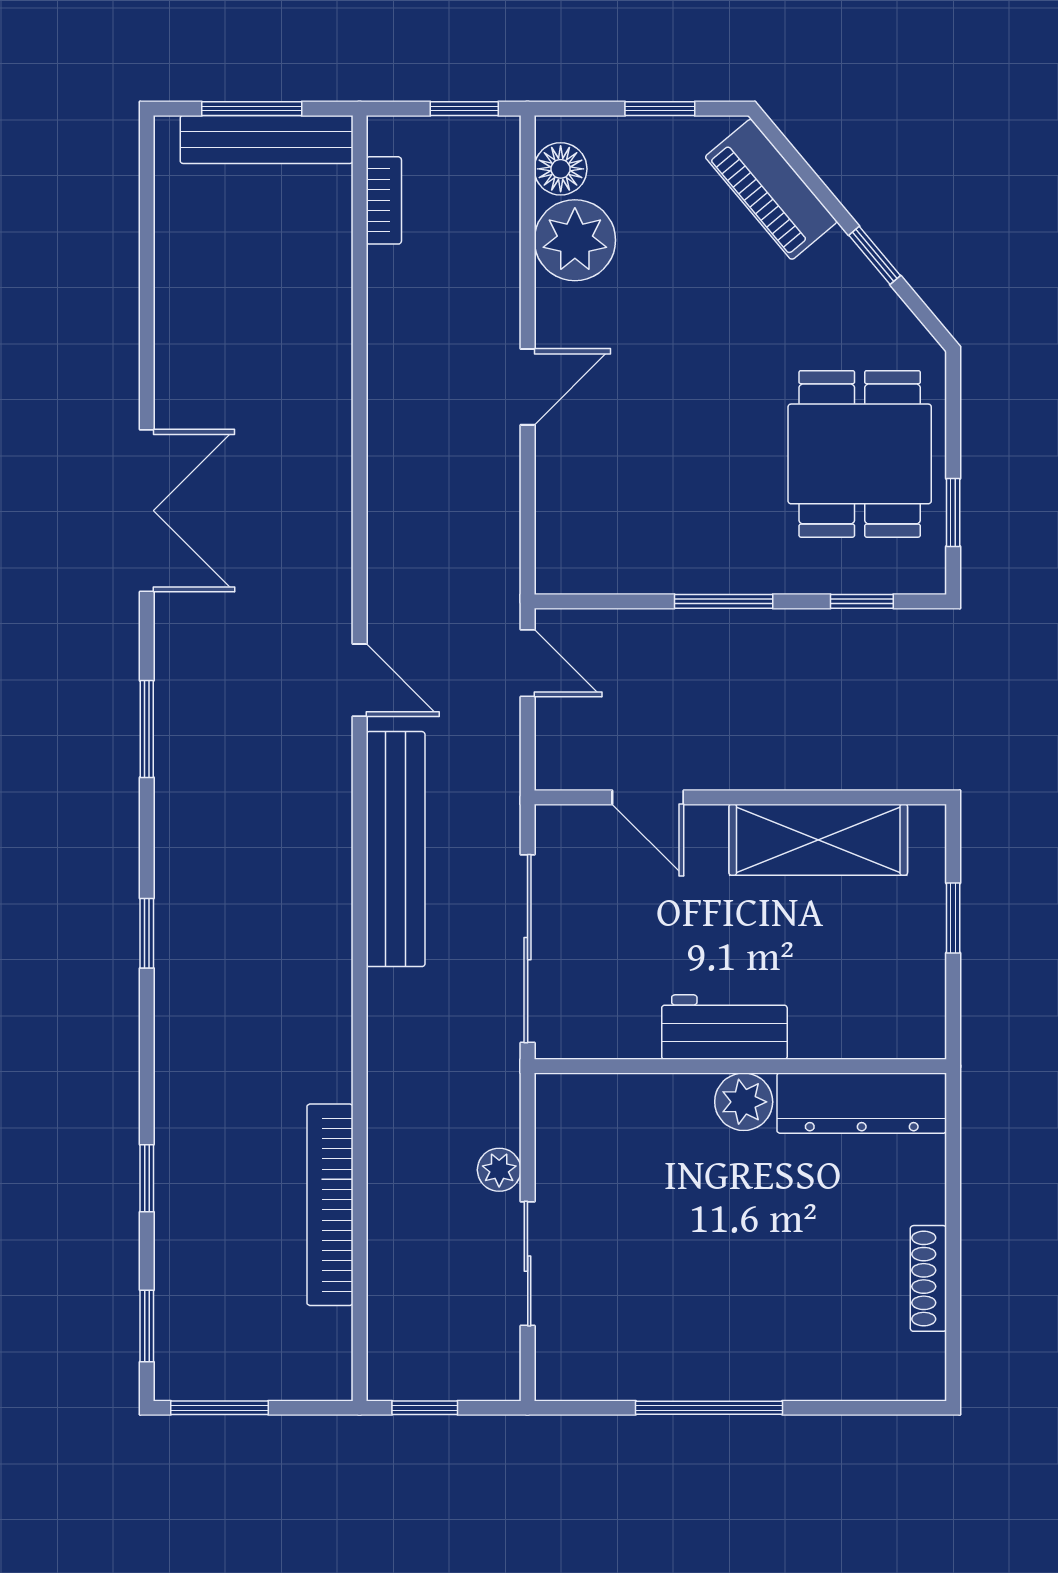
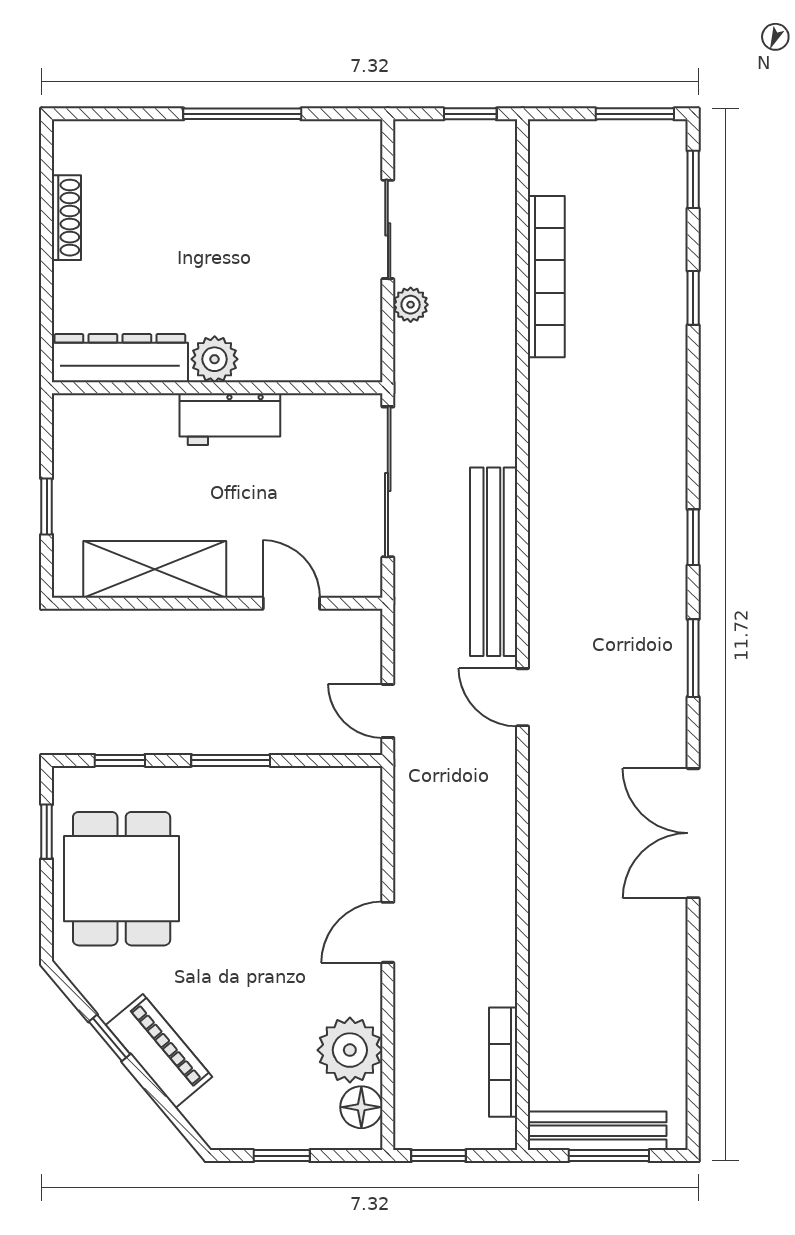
piano: (771, 189) -> (159, 1051), moved
bookcase: (384, 200) -> (503, 1062), width x1.56
window: (147, 933) -> (693, 537), moved

